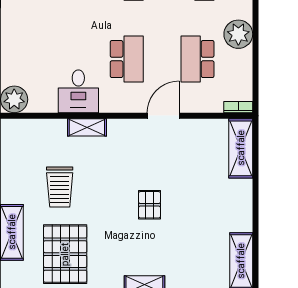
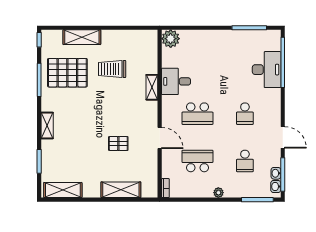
plant: (238, 34) -> (218, 193), width x0.53, depth x0.53
shelving: (241, 148) -> (121, 190), moved
pallet: (150, 205) -> (118, 143), moved

